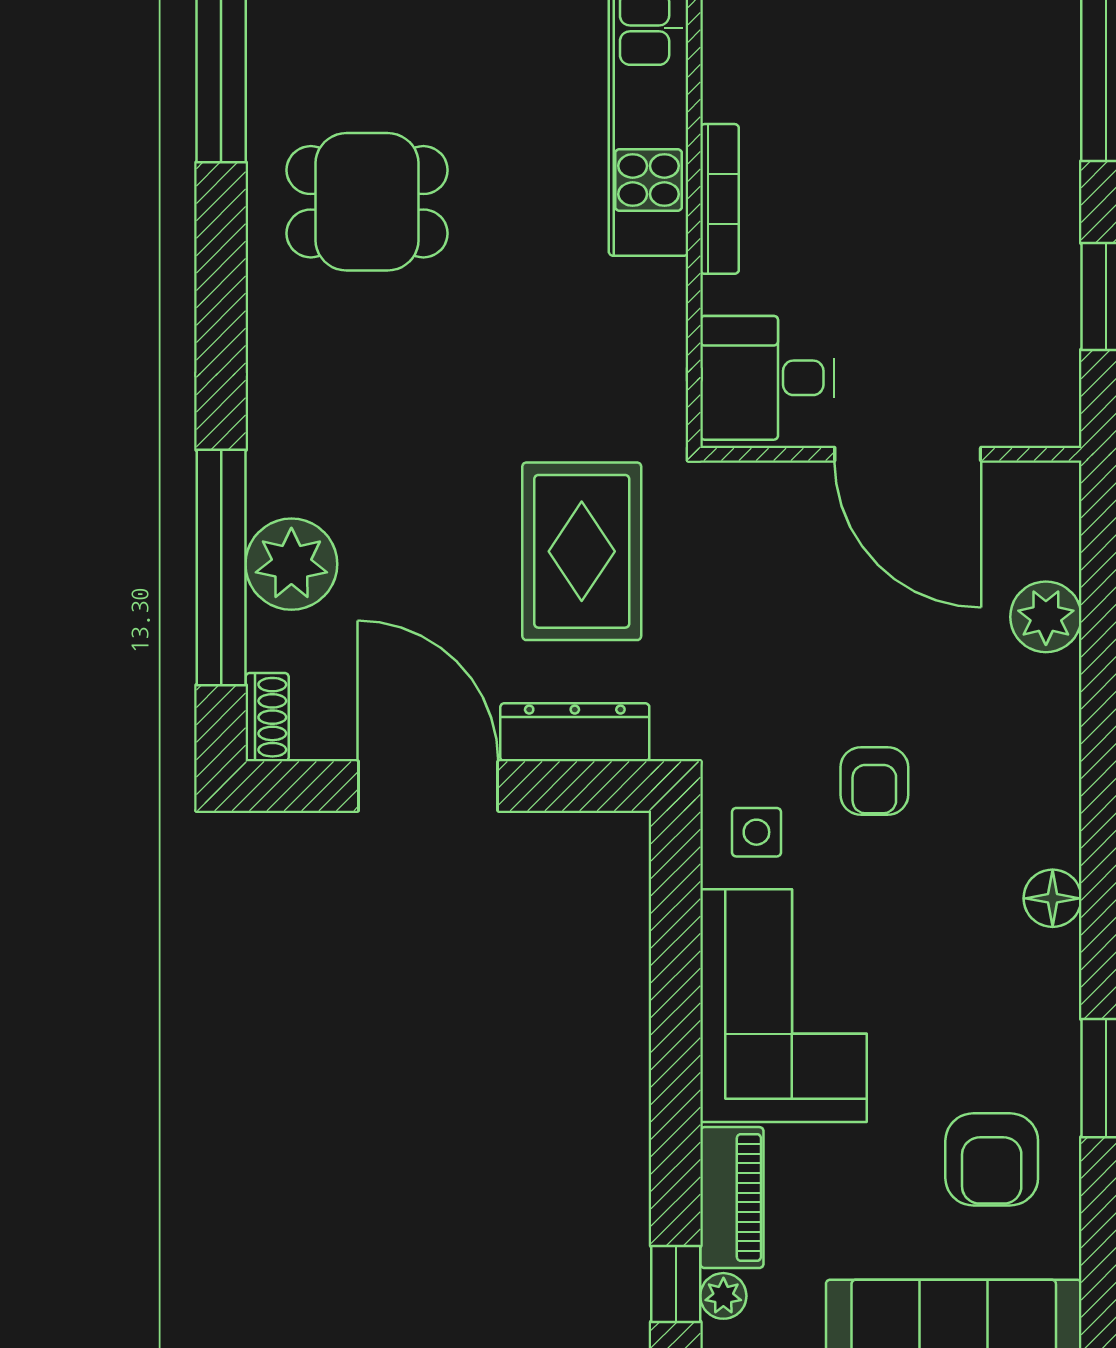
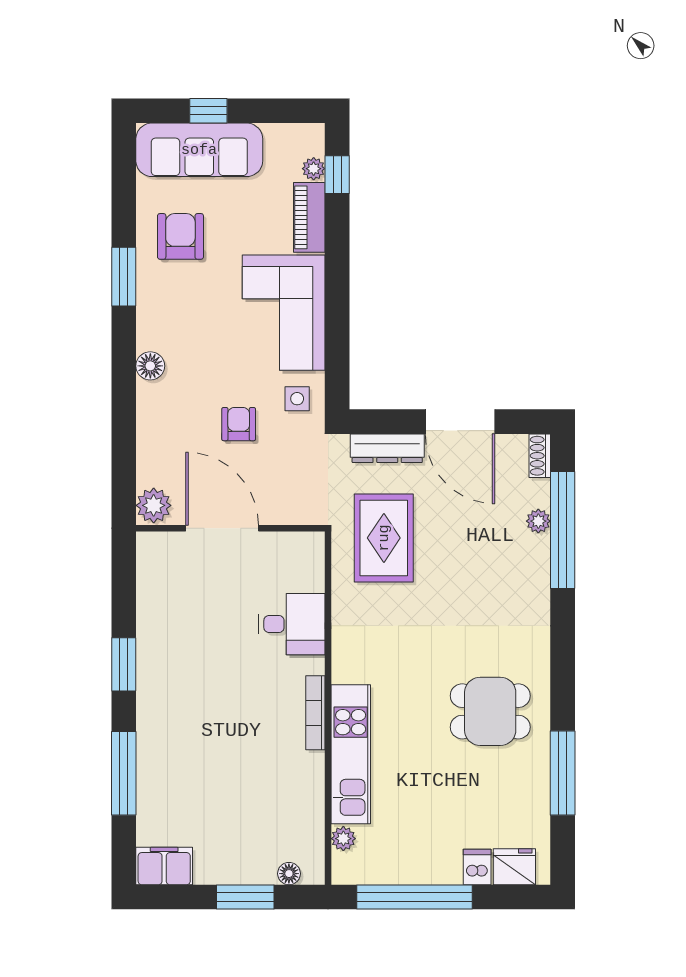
wall: (891, 454) -> (230, 528), moved
door: (908, 454) -> (222, 528), moved
plant: (291, 564) -> (538, 521), width x0.53, depth x0.53

